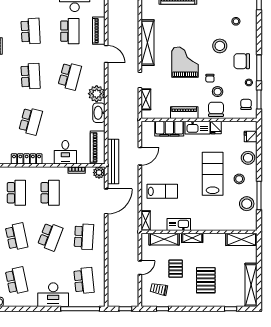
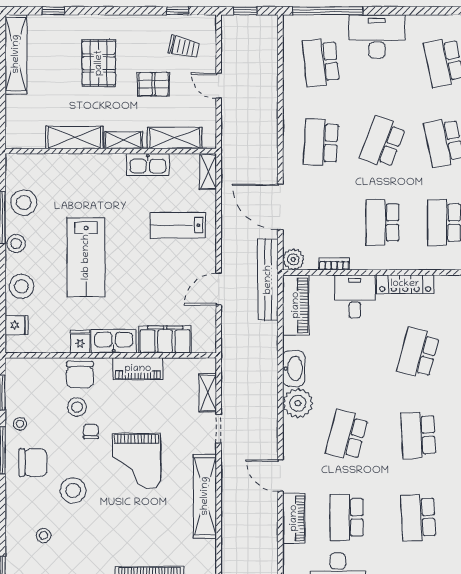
chair: (246, 104) -> (25, 384), removed
locker: (27, 159) -> (405, 284), moved
stool: (239, 179) -> (16, 244), moved
door: (106, 201) -> (280, 207), hinge flipped
shelving: (241, 239) -> (74, 137), moved
door: (140, 268) -> (219, 86), hinge flipped
pallet: (176, 269) -> (154, 84), turned 90

